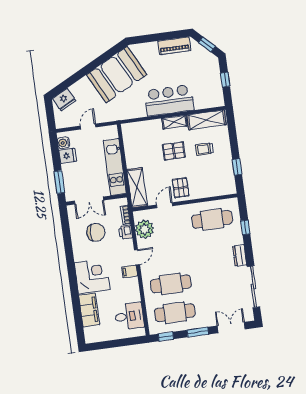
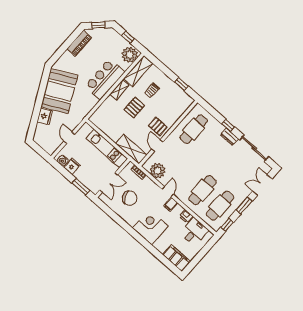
plant: (212, 98) -> (130, 55), added
fridge: (64, 100) -> (45, 116), moved
window: (245, 227) -> (228, 125), moved
chair: (96, 232) -> (130, 198), turned 64
printer: (126, 232) -> (186, 216), moved
filing cabinet: (89, 310) -> (177, 258), moved

